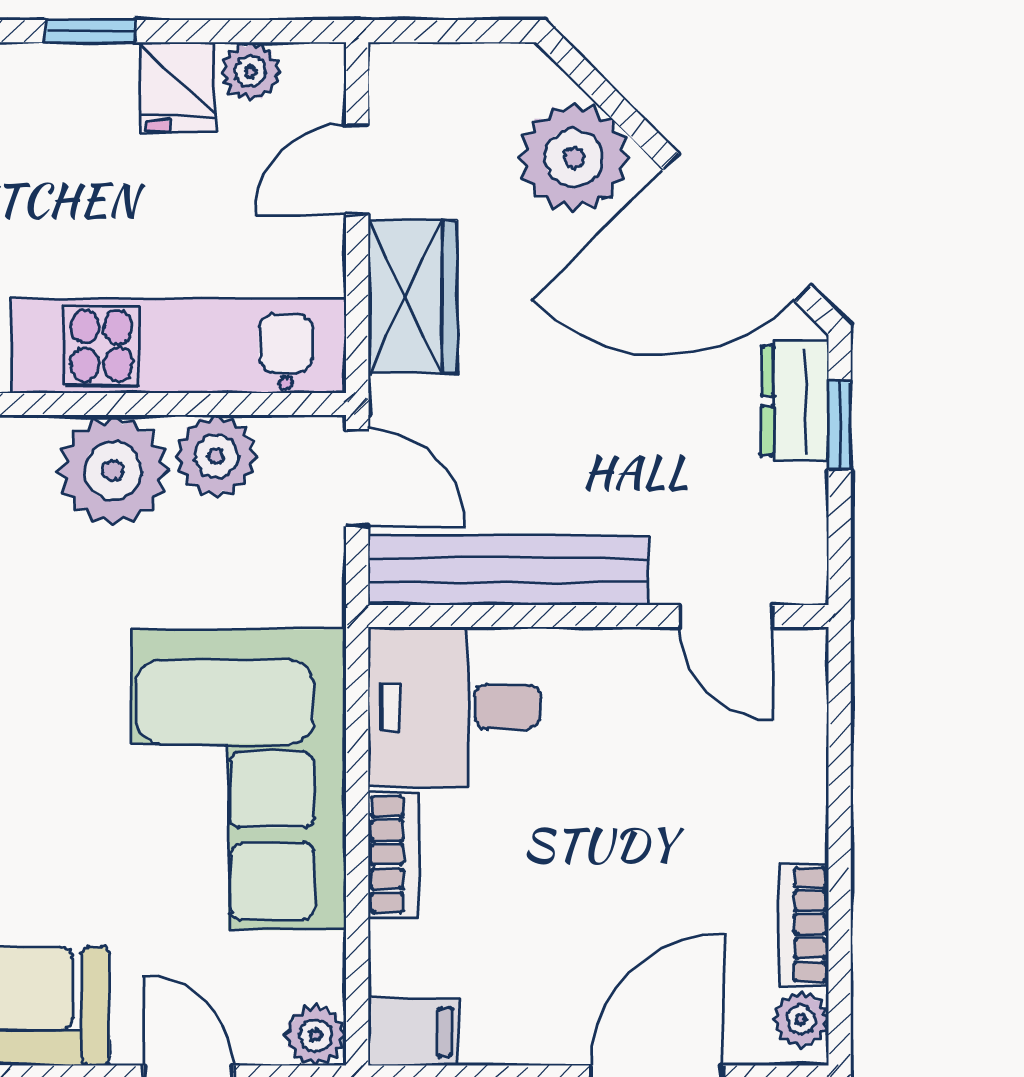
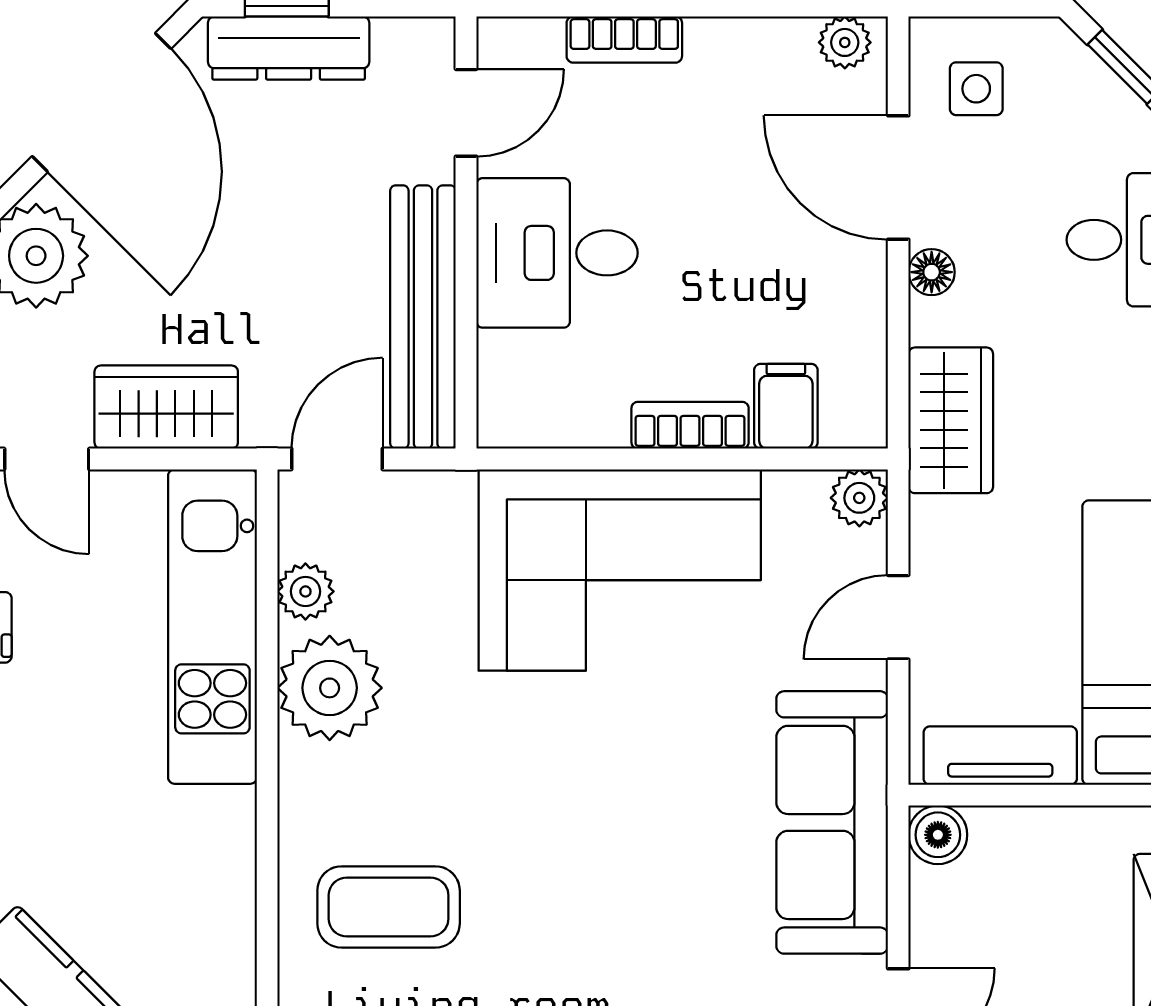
dresser: (795, 401) -> (289, 48), width x1.44
plant: (216, 456) -> (305, 591), width x0.73, depth x0.73
desk: (454, 707) -> (557, 253), moved, turned 90
bookcase: (804, 925) -> (624, 40), moved
filing cabinet: (413, 1032) -> (786, 406), moved

